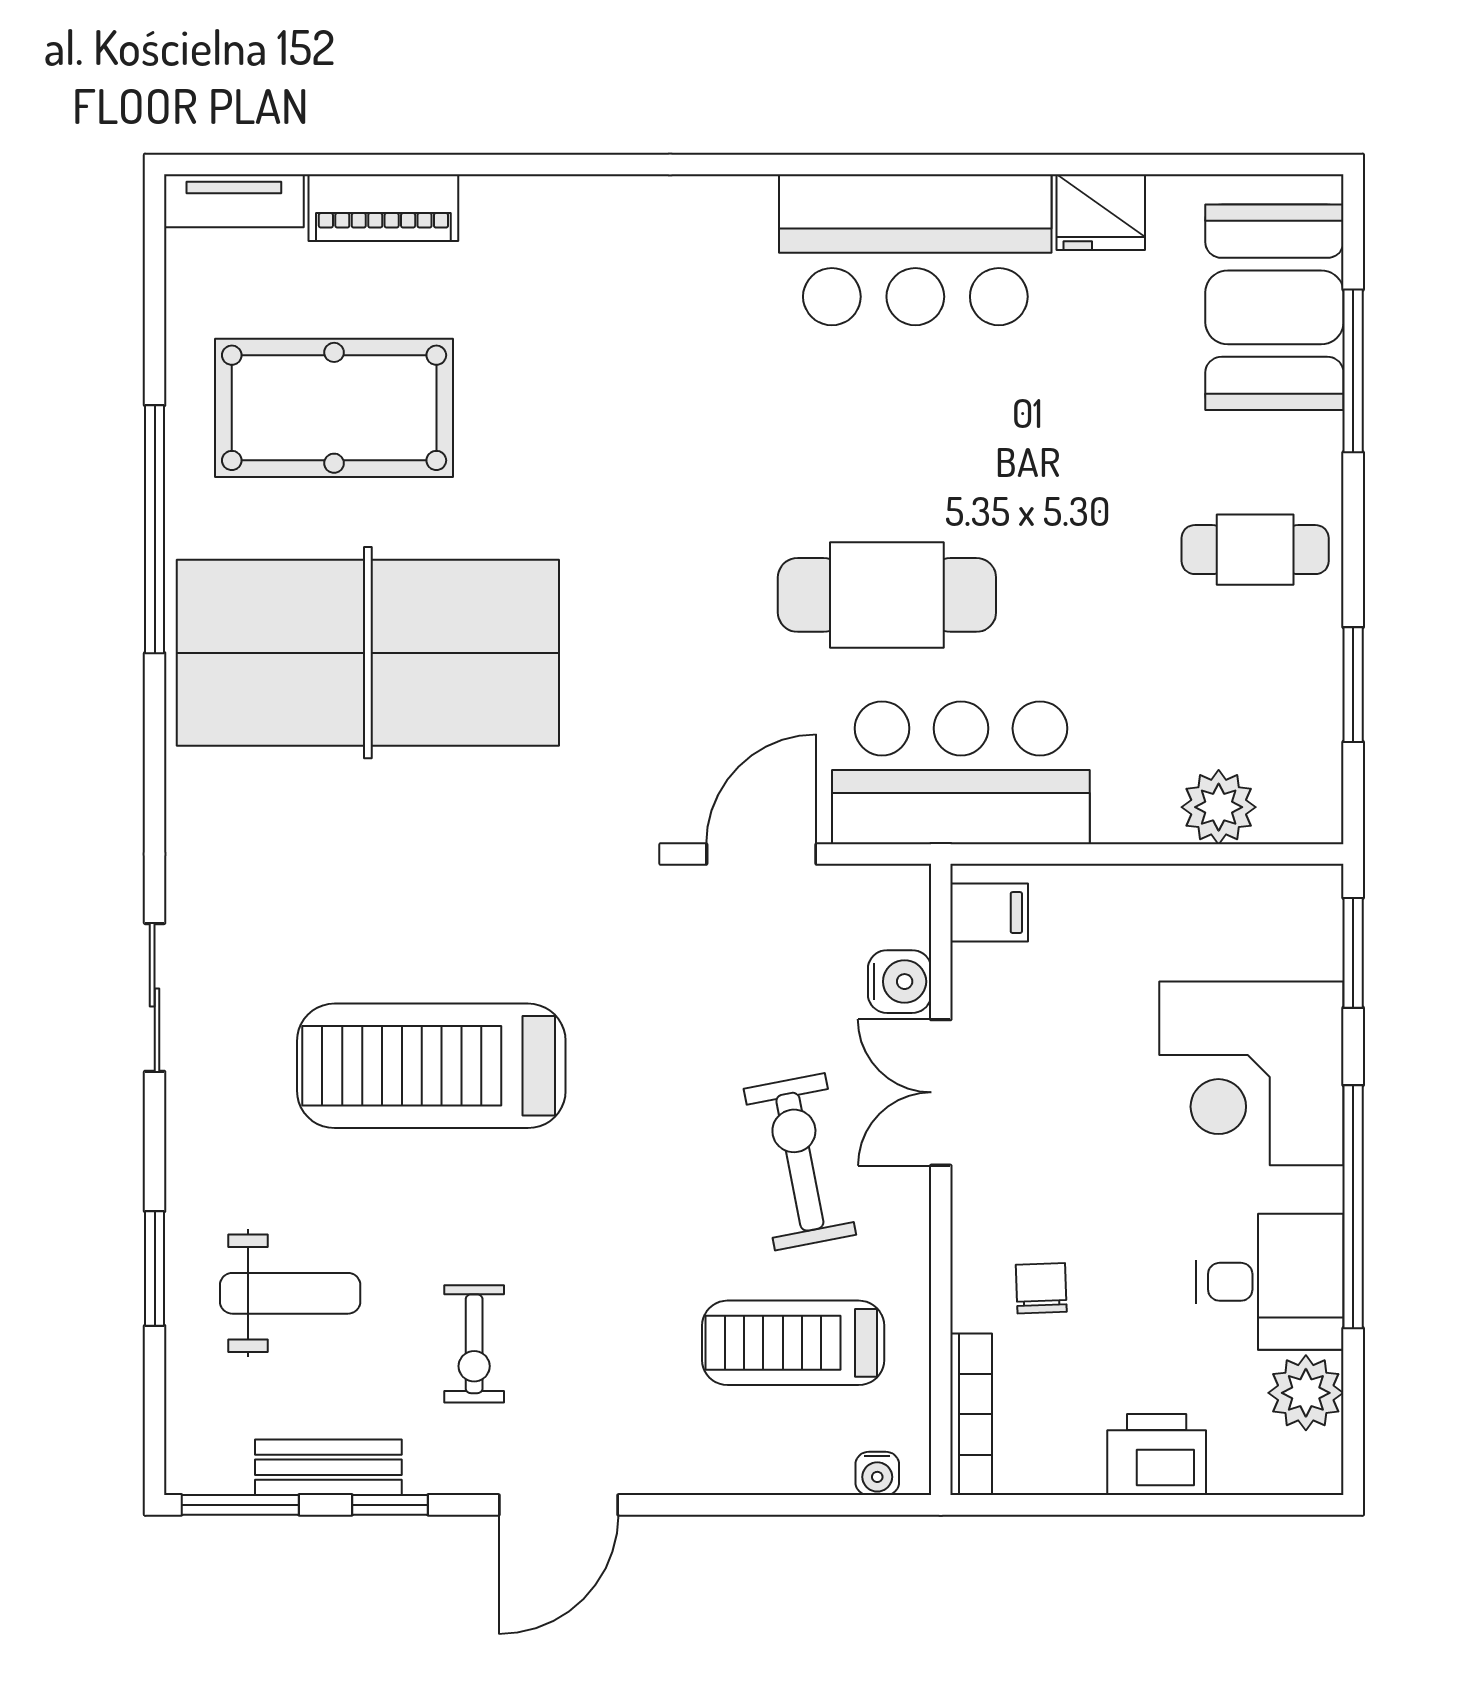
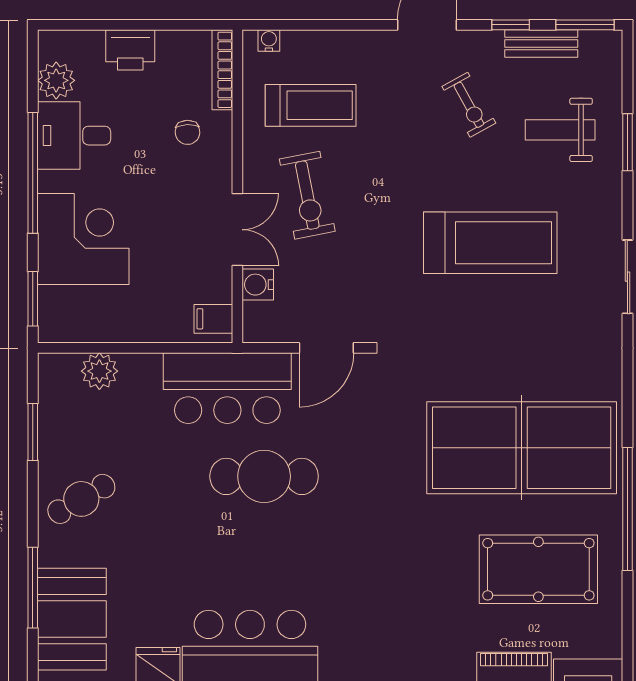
cafe table: (1255, 550) -> (81, 499), turned -30
exercise bike: (474, 1344) -> (469, 105), turned 151

